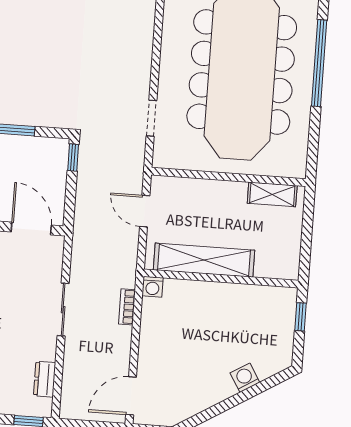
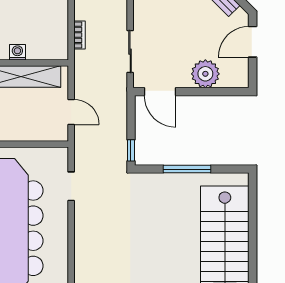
washing machine: (152, 287) -> (17, 52), moved
sliding door: (63, 310) -> (130, 52), moved

